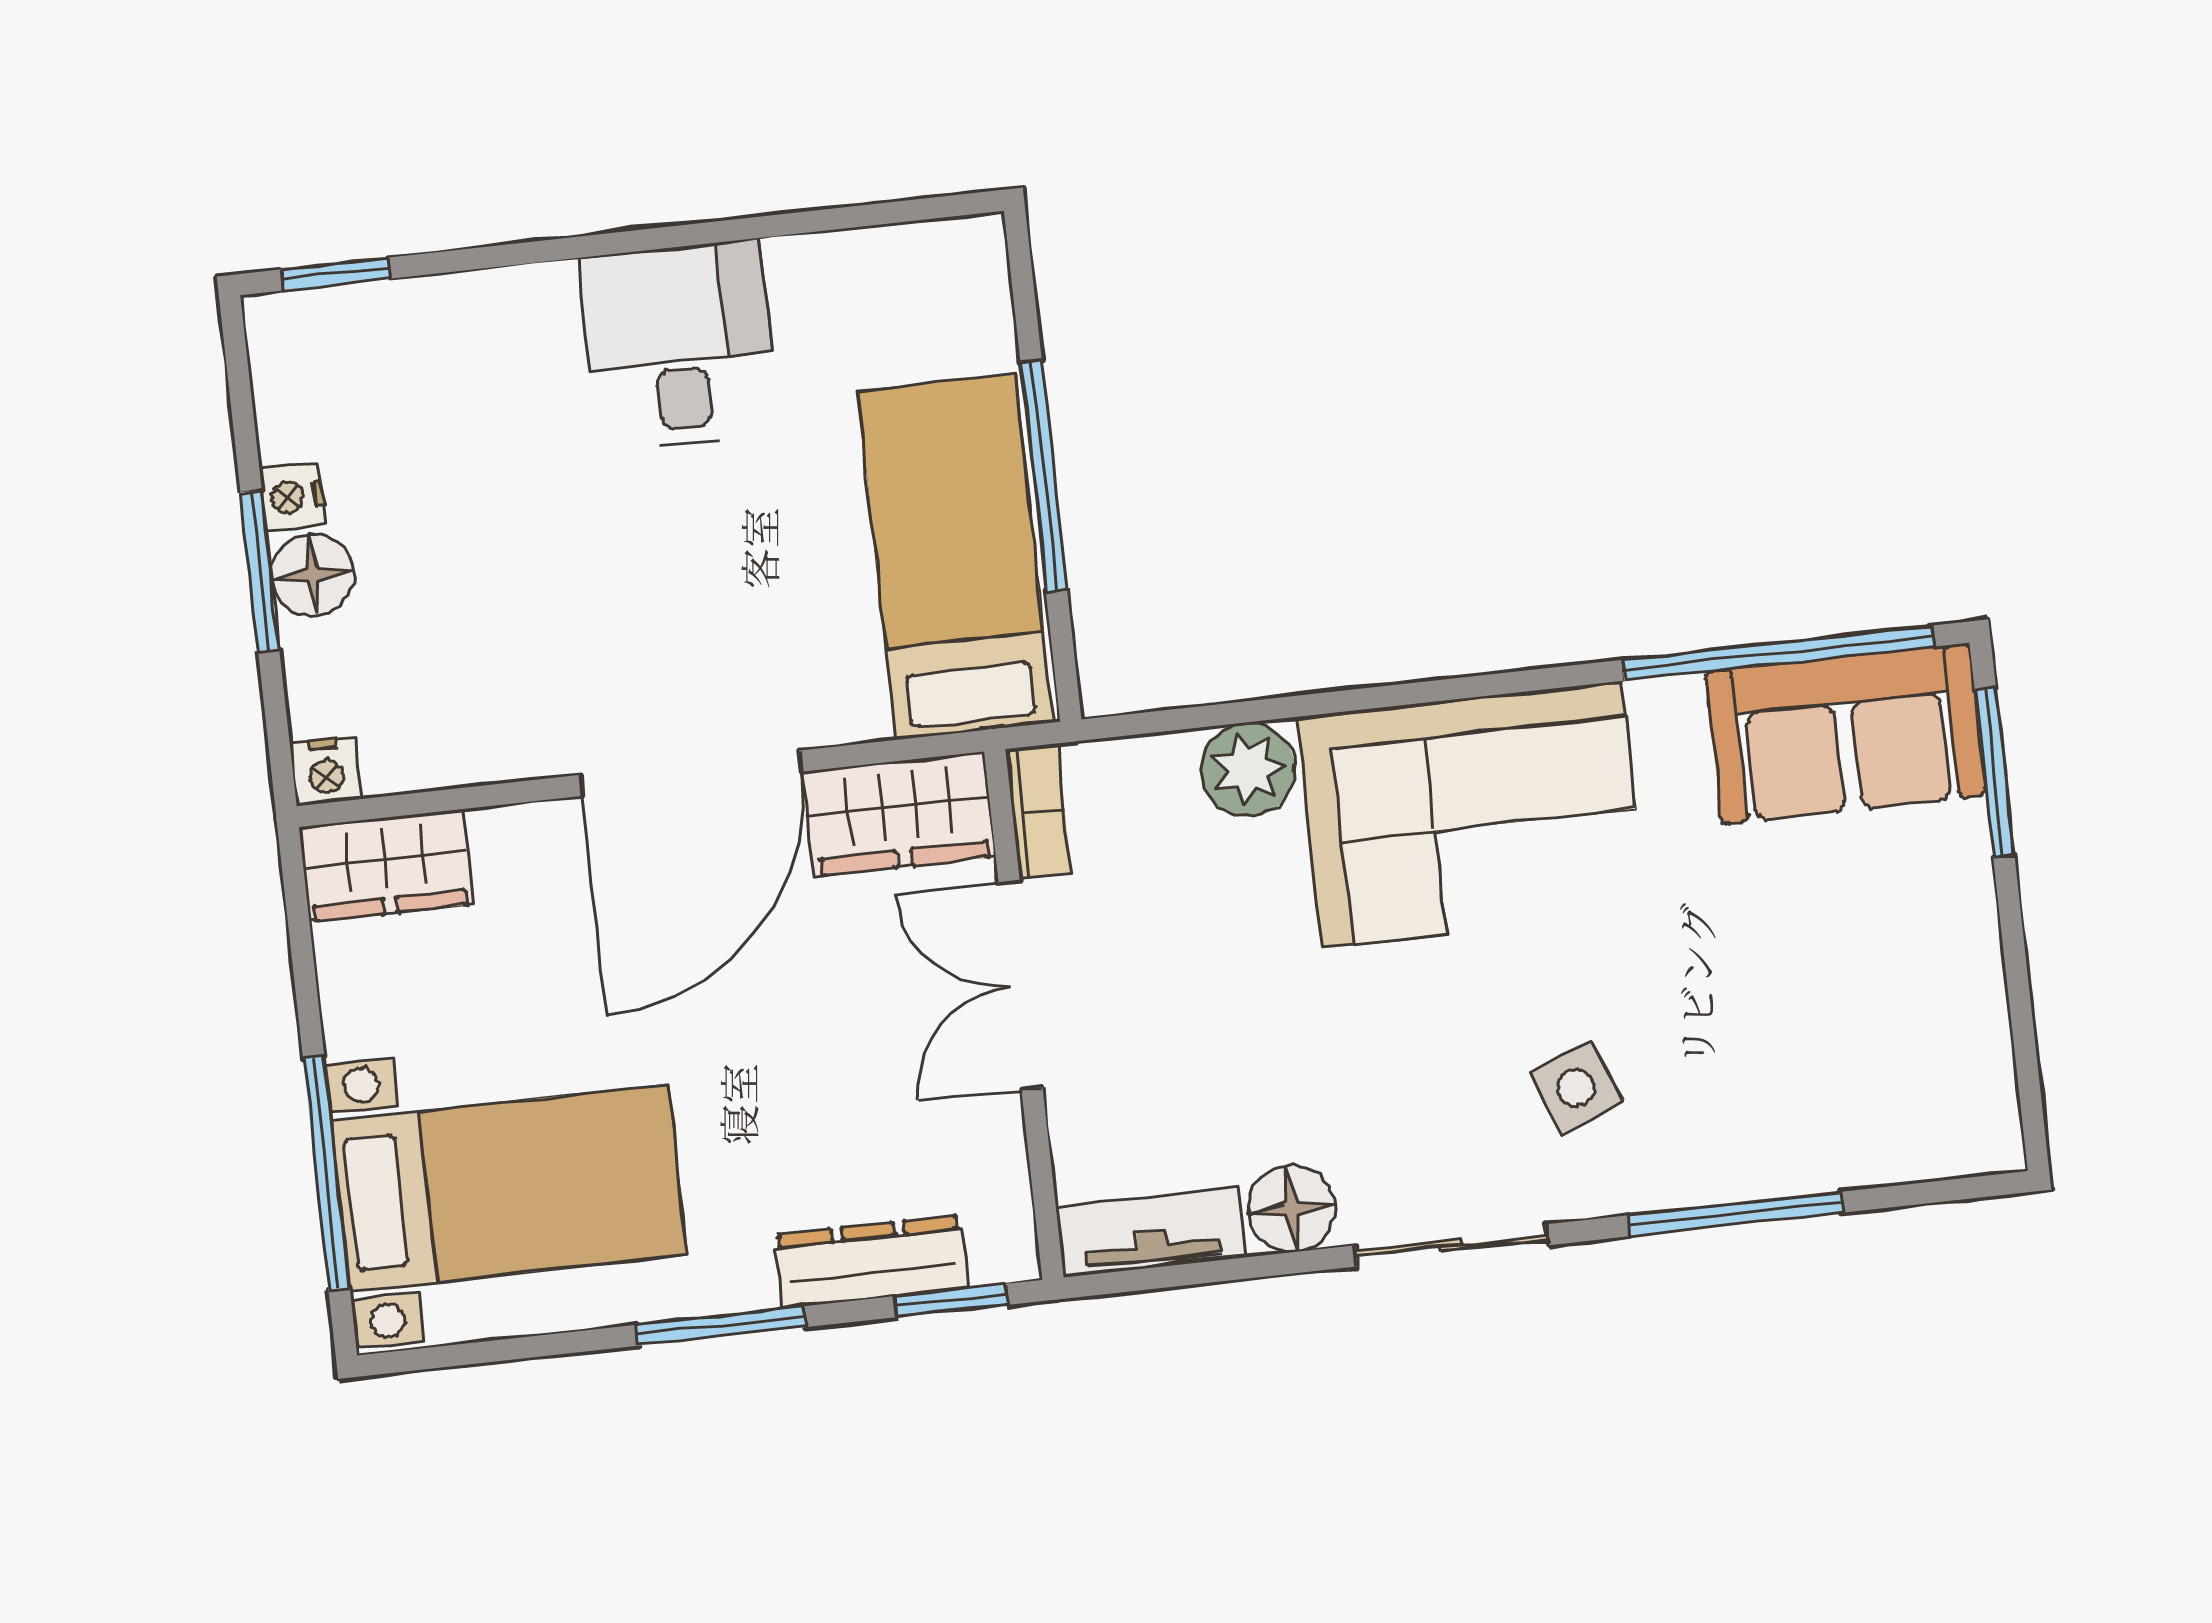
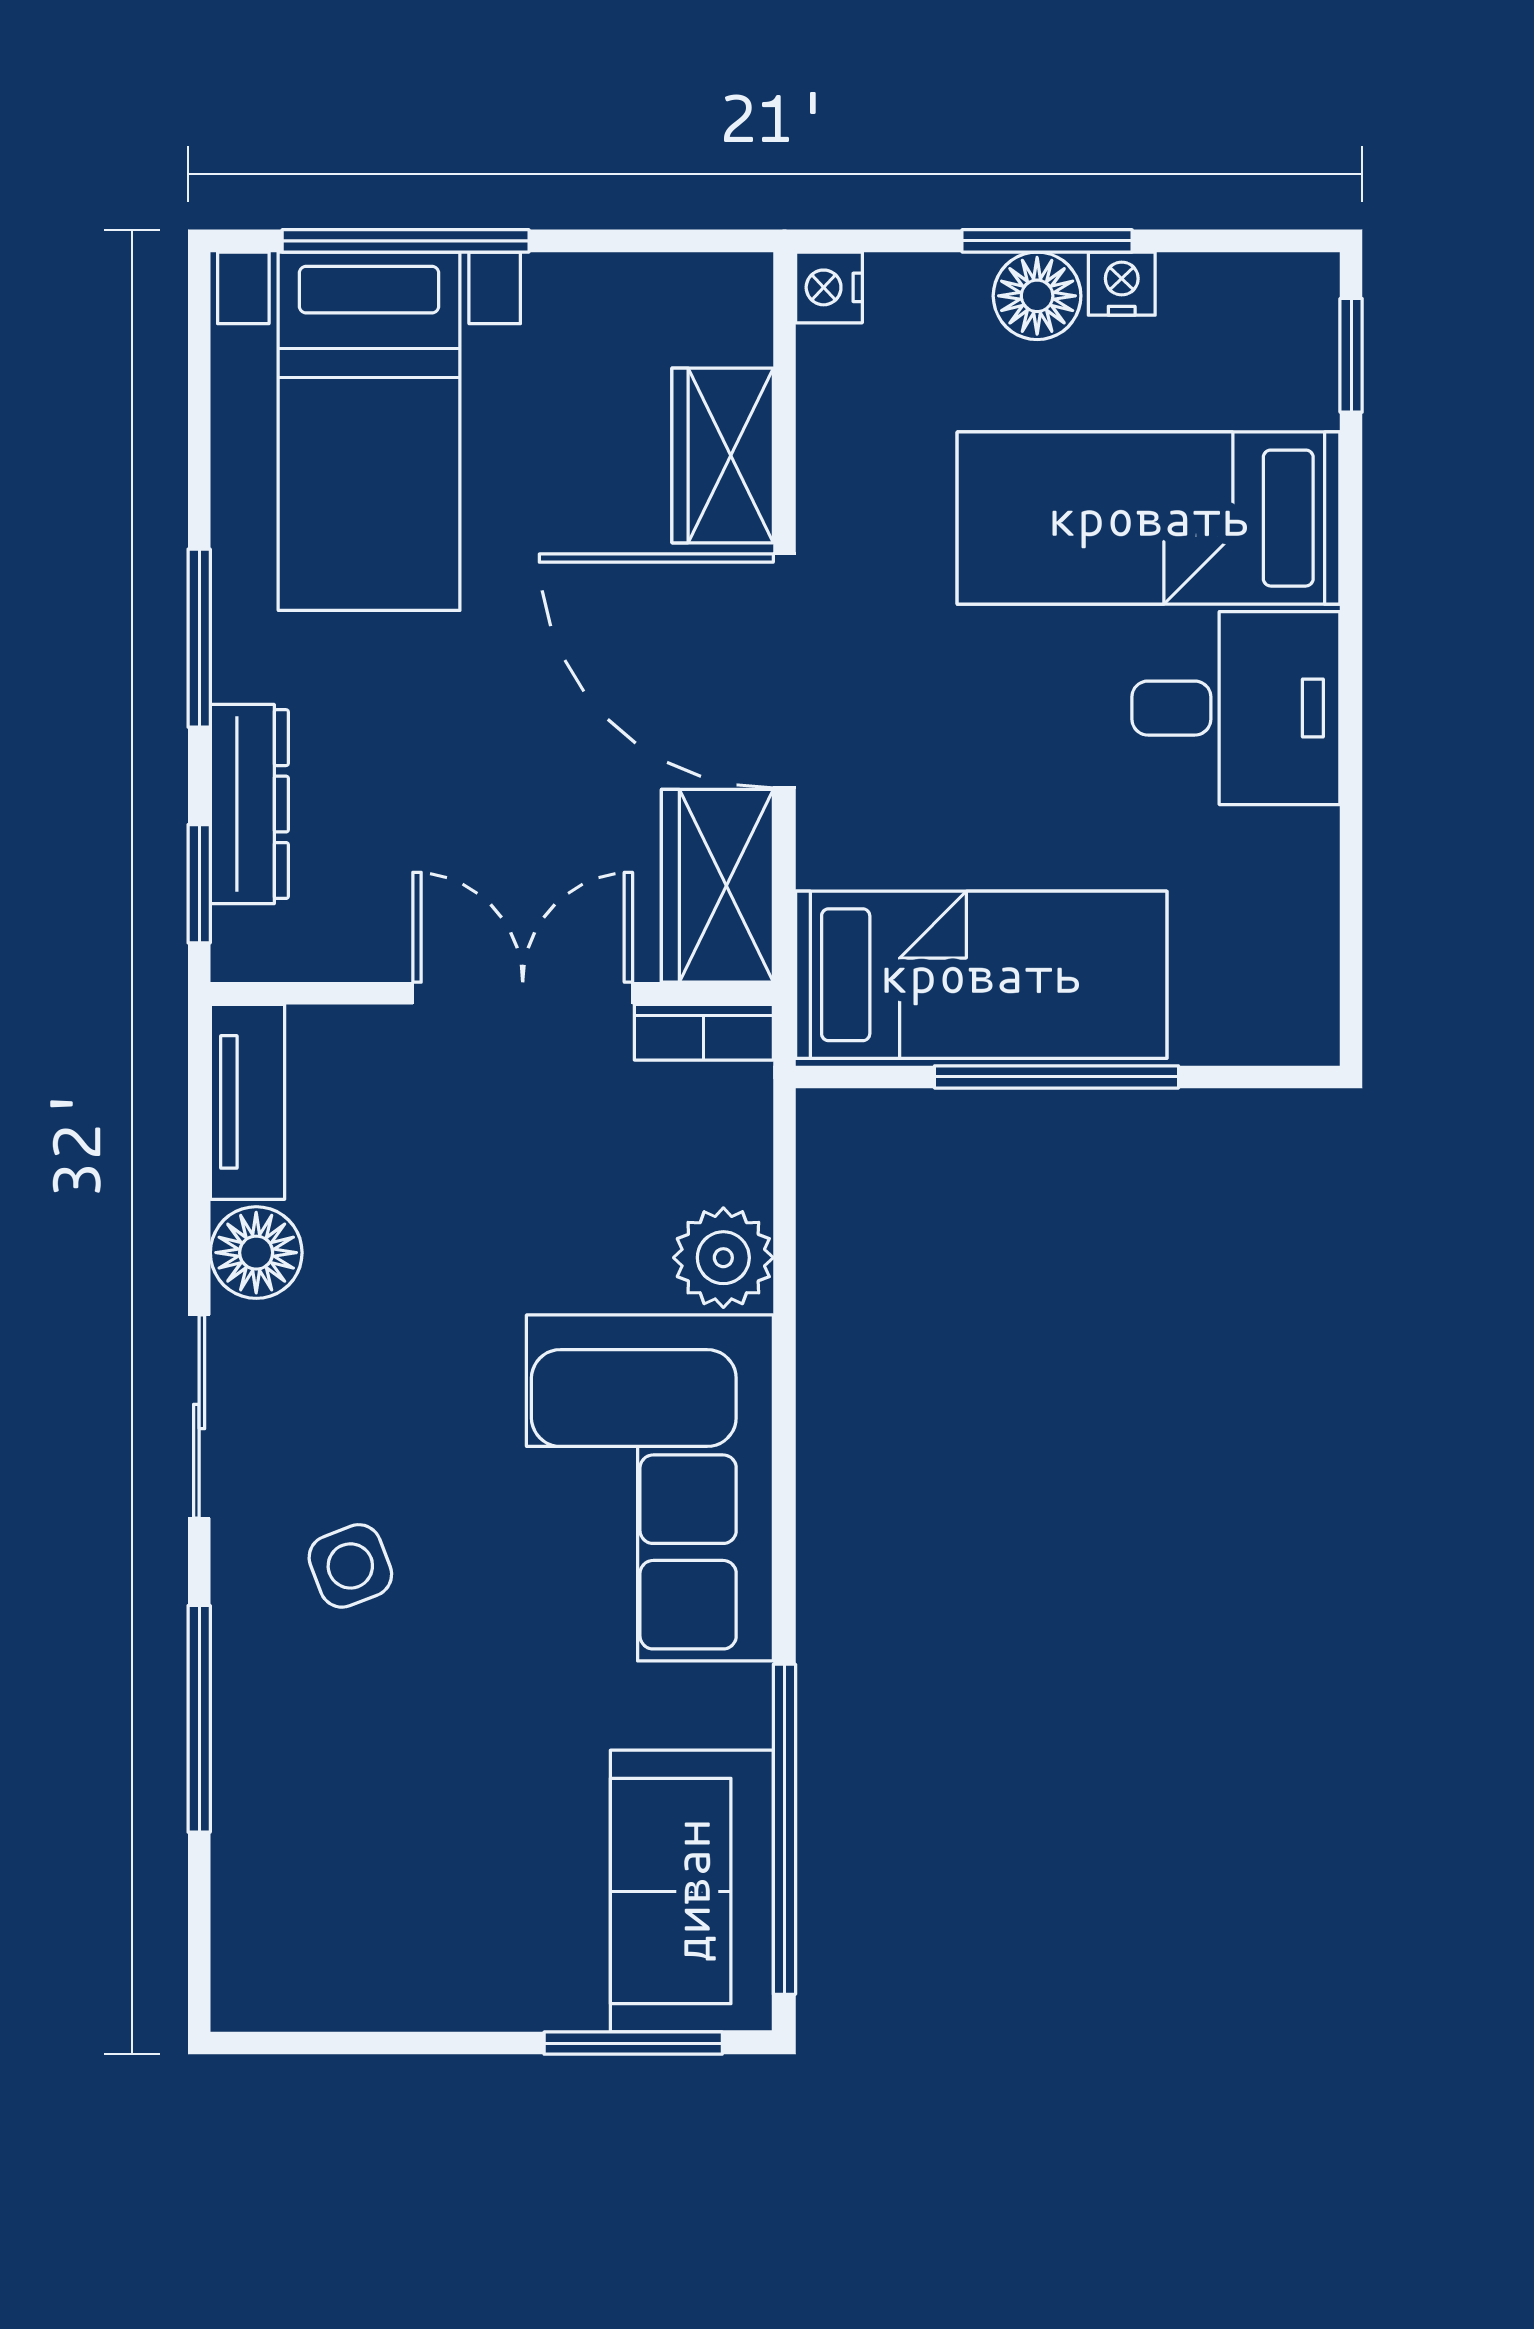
bed: (510, 447) -> (1149, 518), added
wardrobe: (386, 866) -> (723, 455), moved

